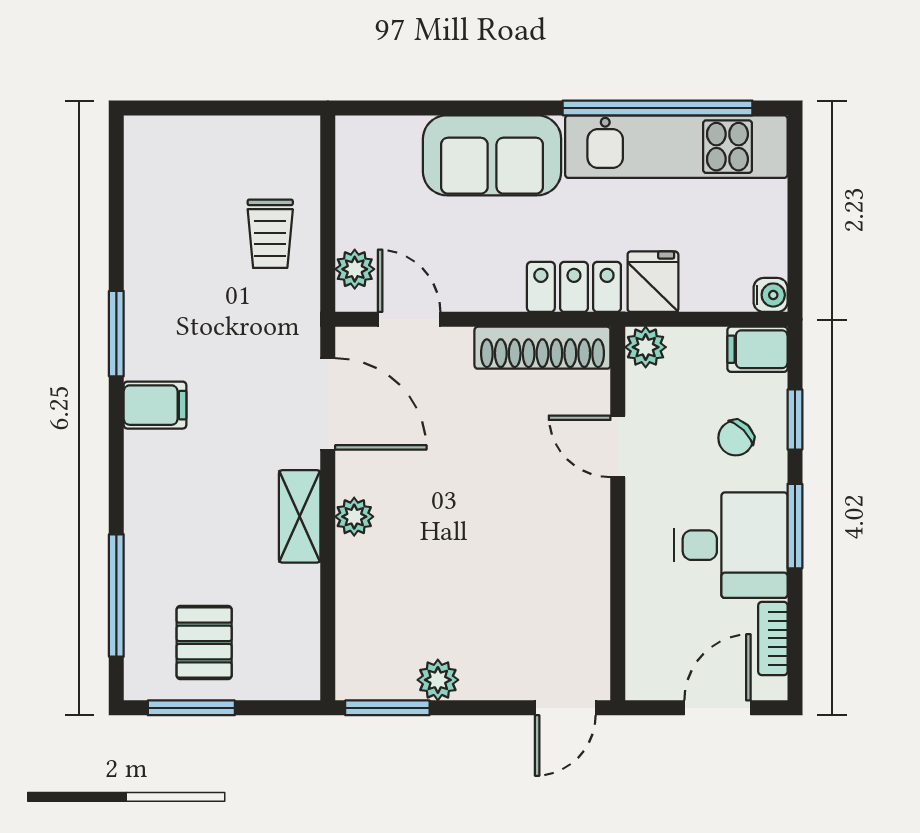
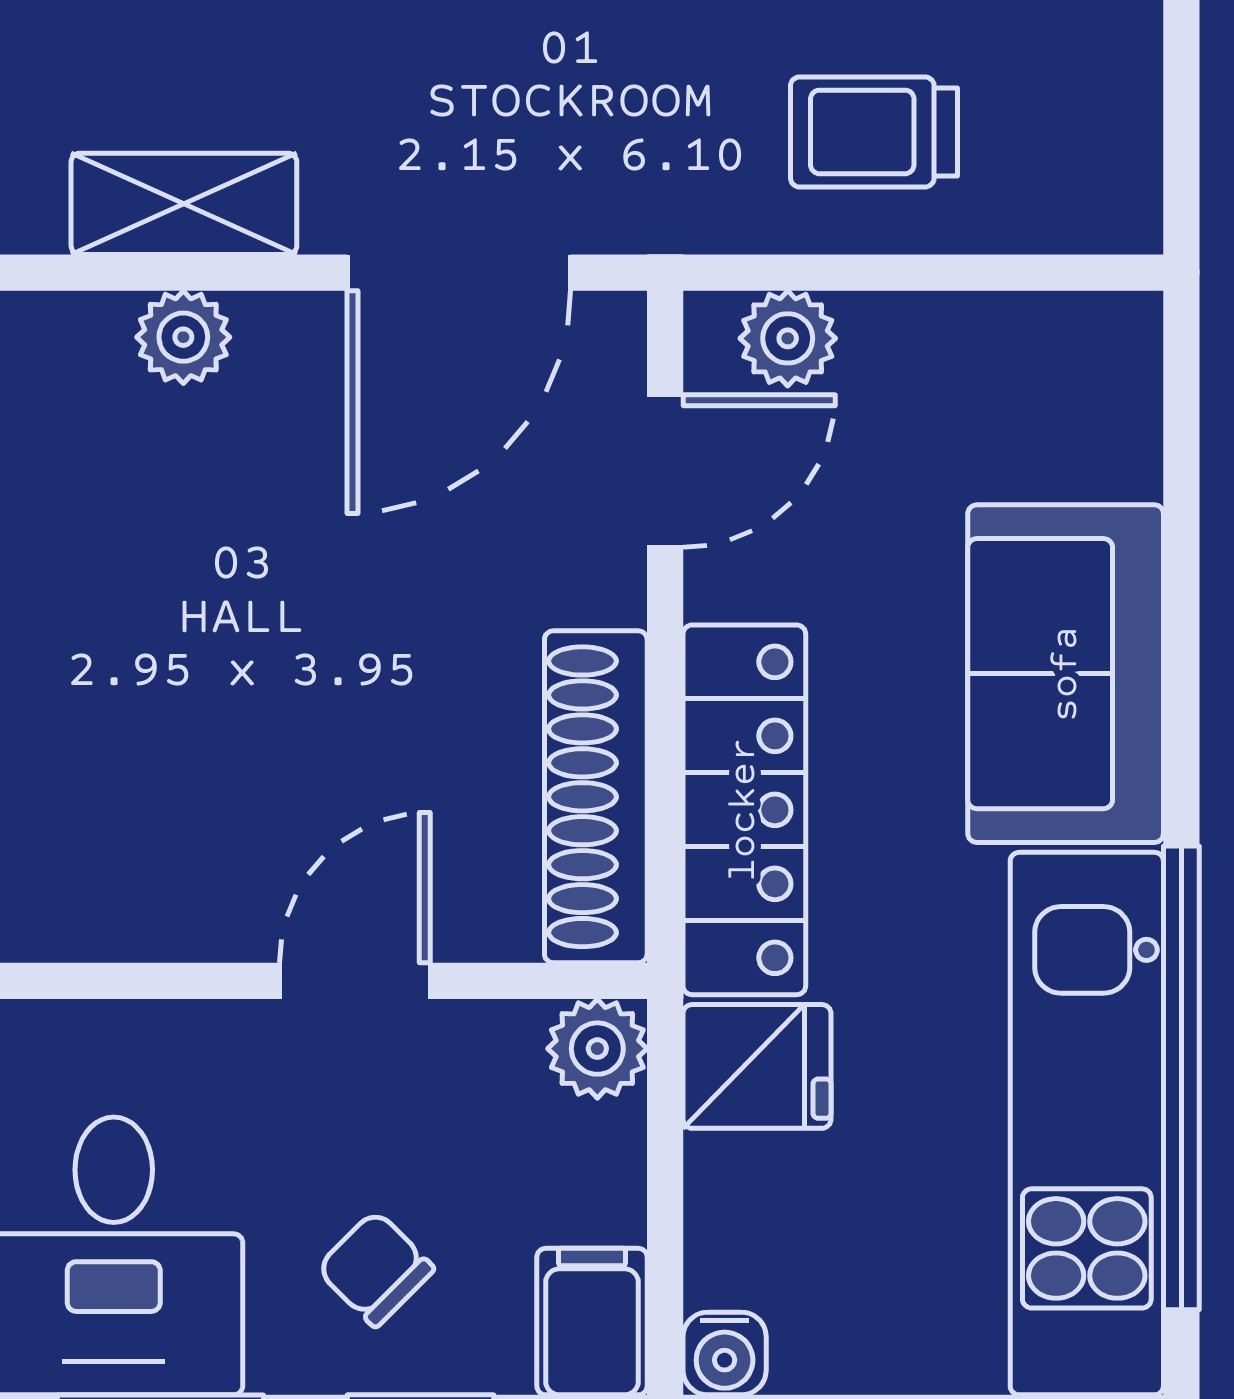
locker: (574, 287) -> (744, 810), width x1.53

